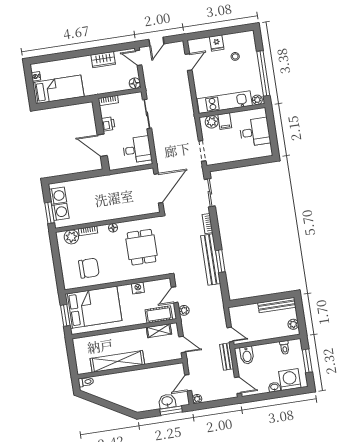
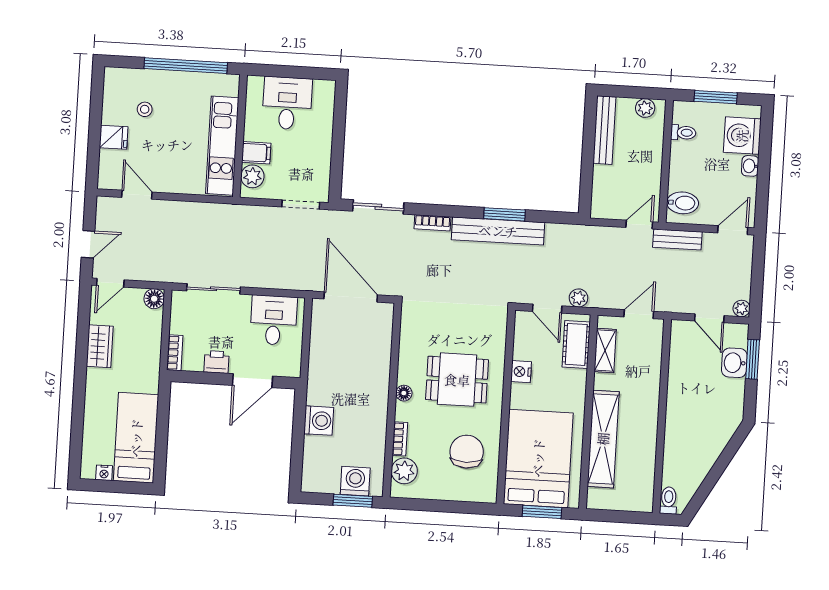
door: (156, 42) -> (88, 244), hinge flipped
plant: (257, 100) -> (231, 86), removed
washing machine: (58, 196) -> (319, 421), moved, turned 90
dining table: (142, 247) -> (457, 380), moved
shelving: (117, 361) -> (603, 439), moved

